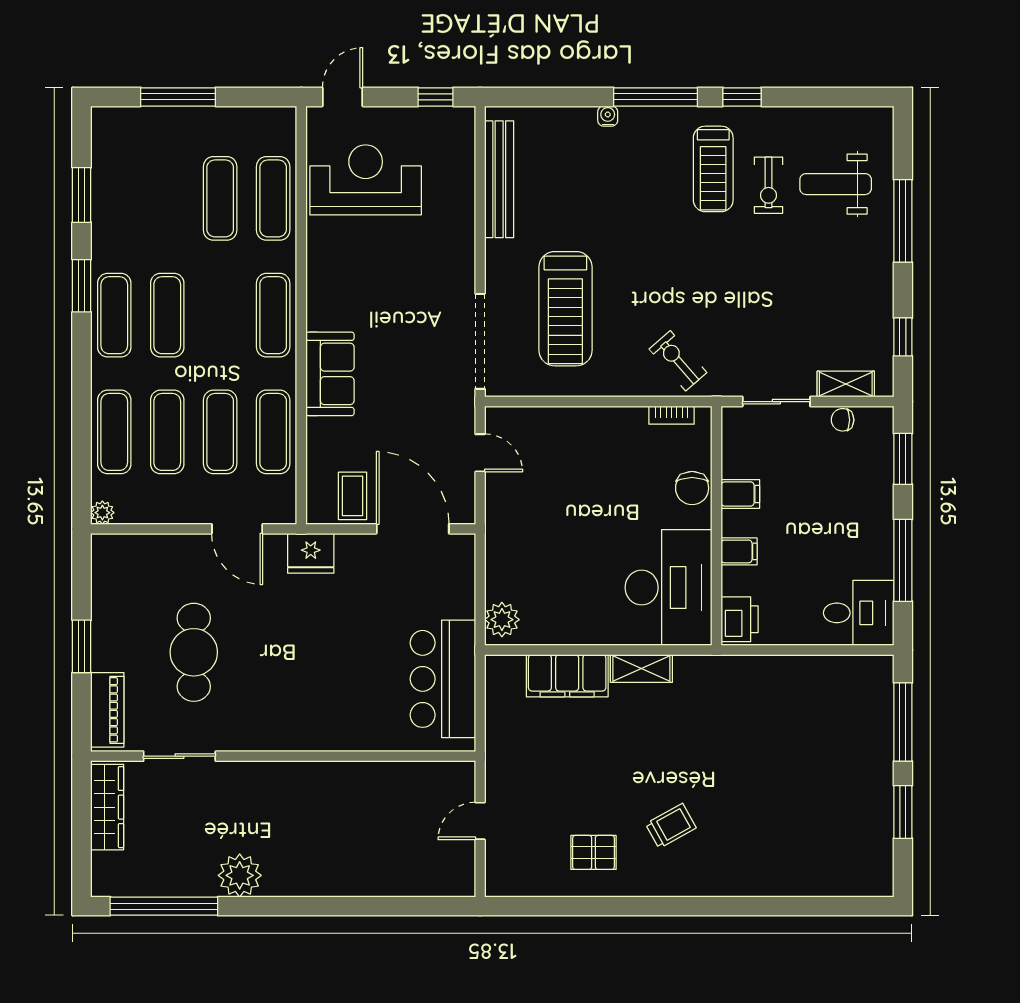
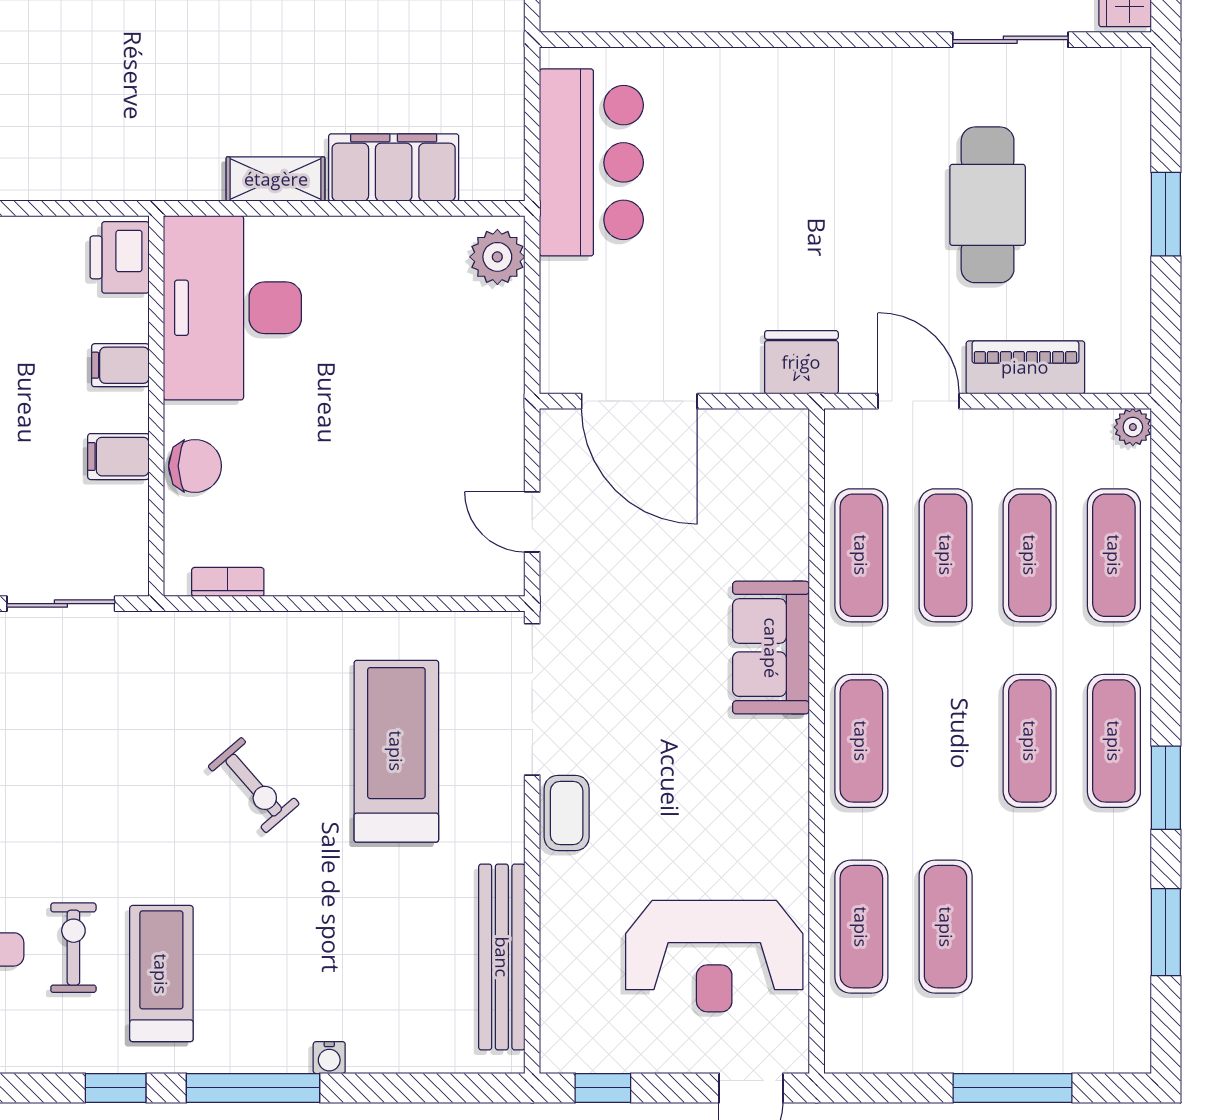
exercise bike: (678, 361) -> (254, 785), moved
chair: (692, 488) -> (195, 466), turned 90
coffee table: (353, 496) -> (567, 813), moved
piano: (107, 710) -> (1025, 367), moved, turned 90

